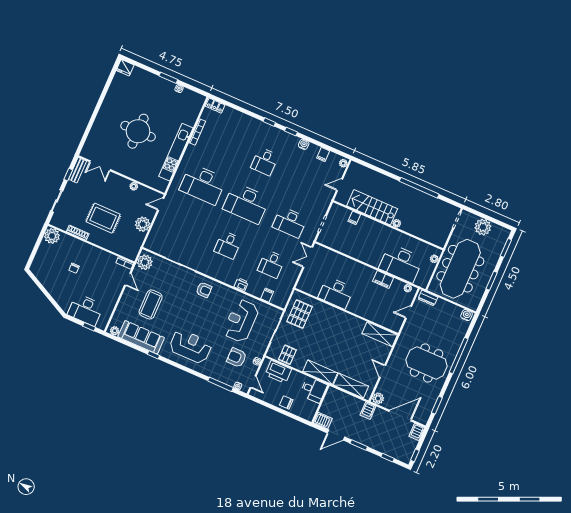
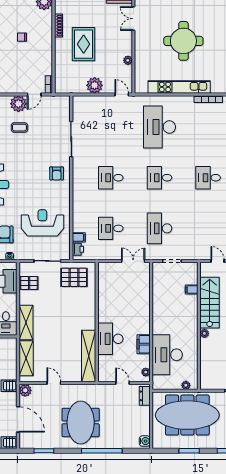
desk: (246, 203) -> (159, 178), width x0.53, depth x0.77
plant: (145, 262) -> (18, 104), moved
printer: (241, 284) -> (78, 249), moved
desk: (336, 293) -> (110, 339), moved
coffee table: (151, 304) -> (19, 128), width x0.54, depth x0.58
shelving: (380, 334) -> (89, 356), width x1.47
door: (383, 371) -> (54, 383), hinge flipped

